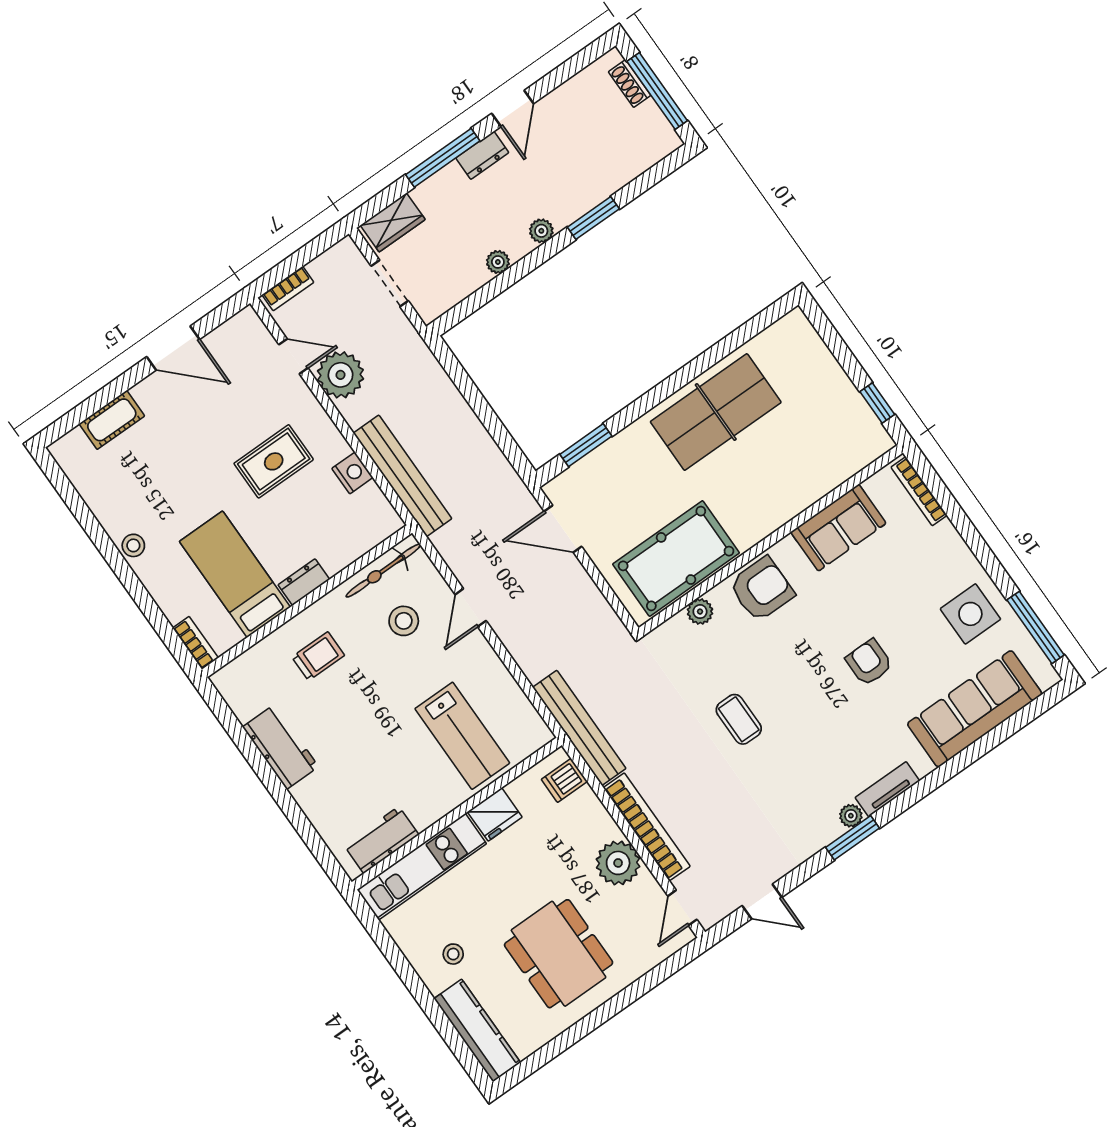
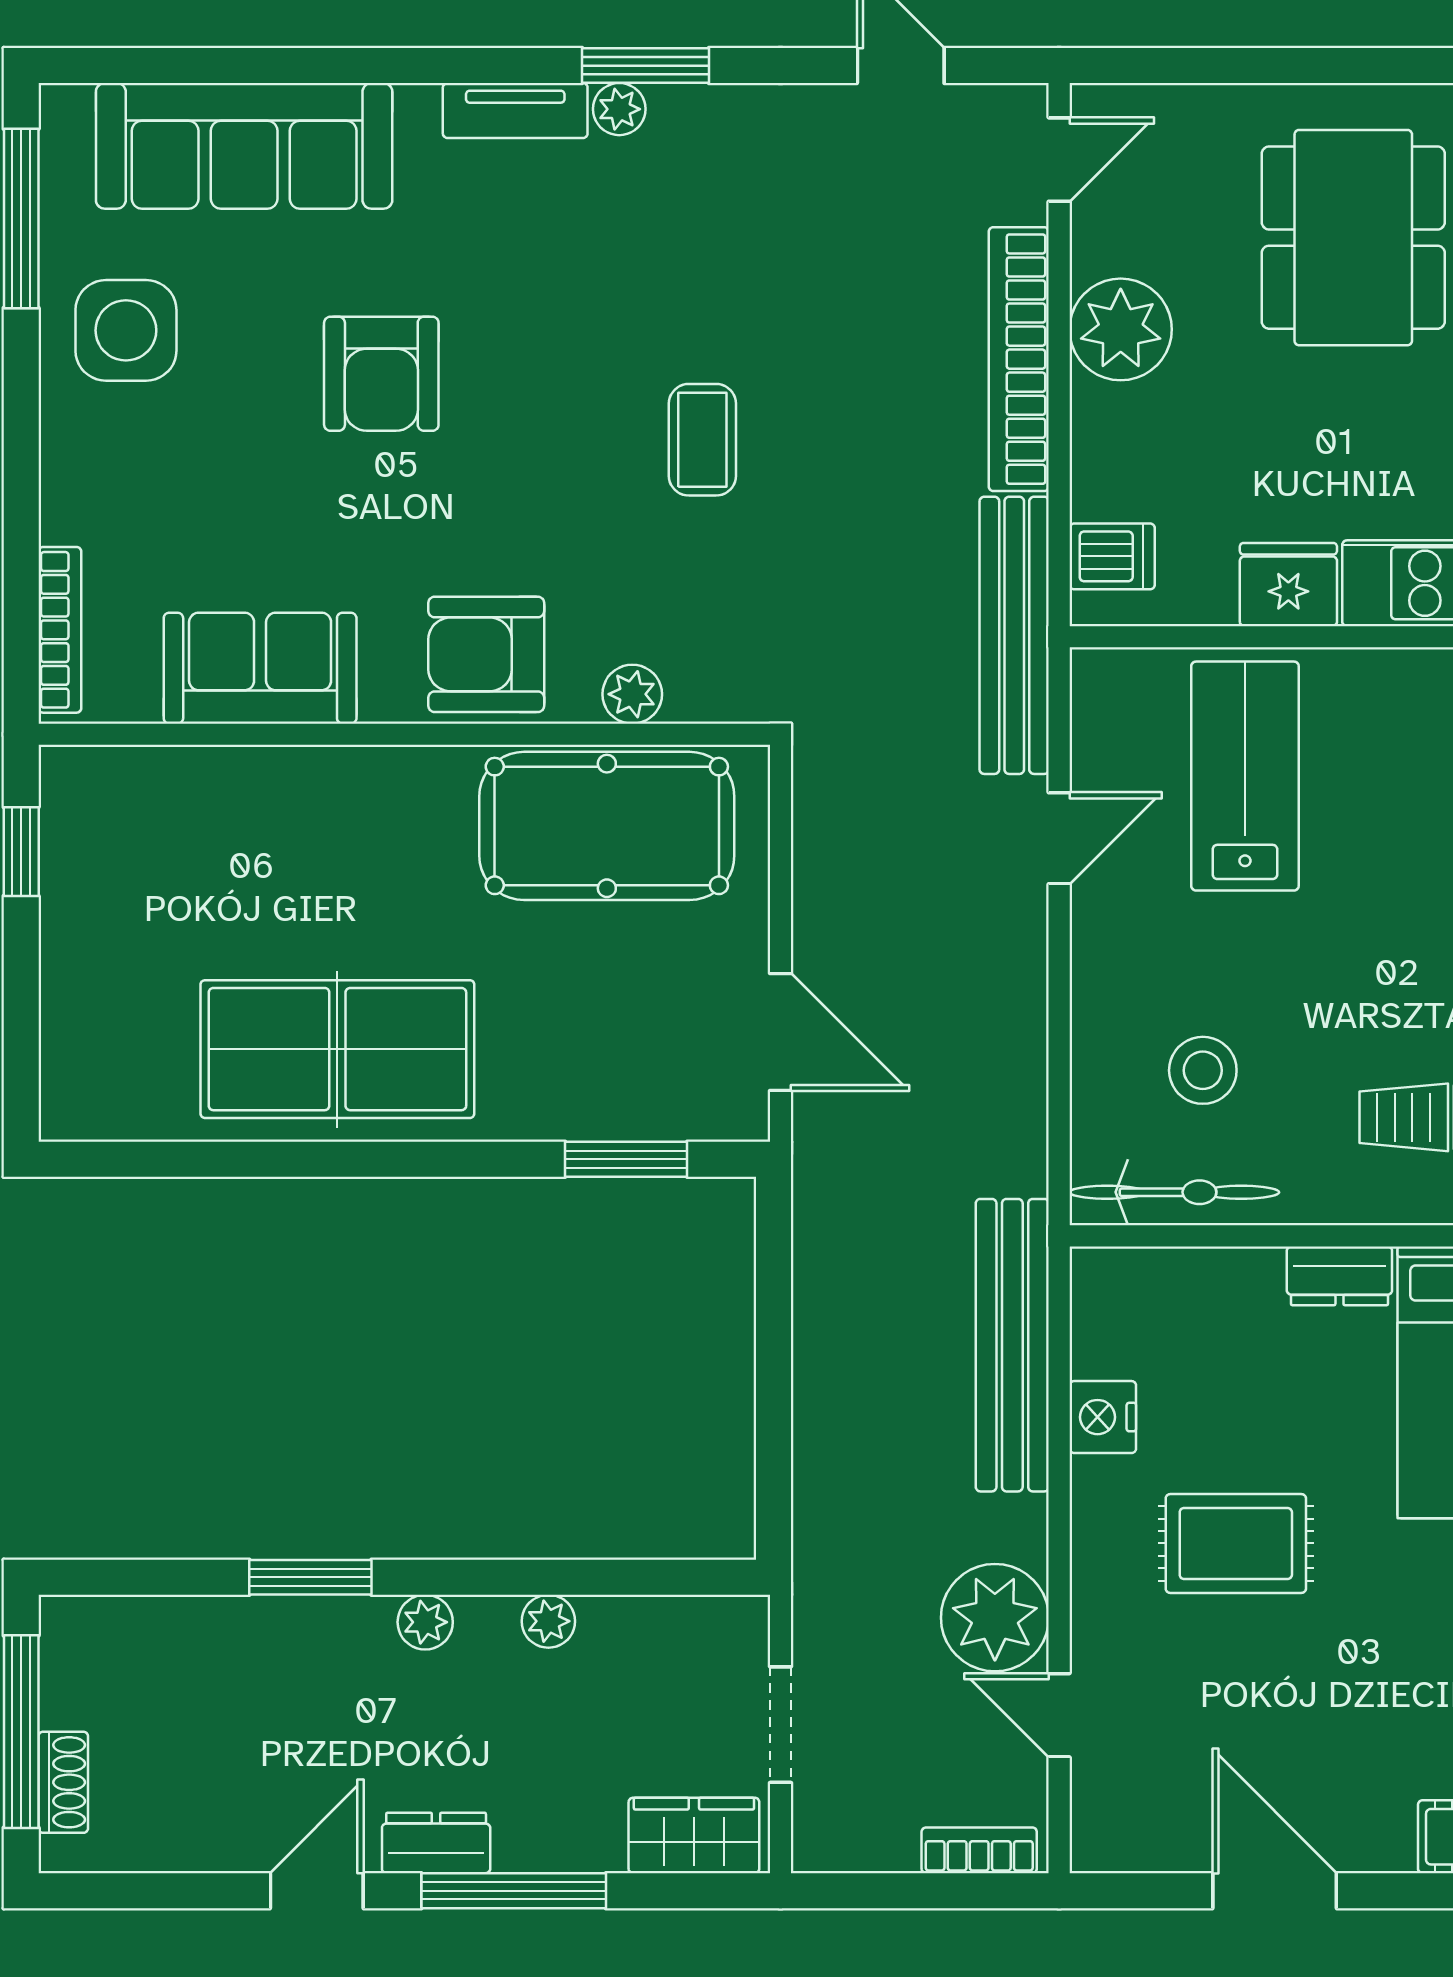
door: (471, 608) -> (1059, 838), moved
armchair: (869, 662) -> (381, 374), width x1.38, depth x1.38

